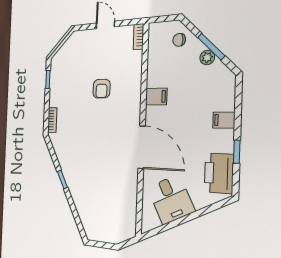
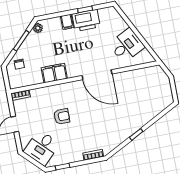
desk: (73, 57) -> (42, 148), added
plant: (207, 57) -> (38, 28), moved
filing cabinet: (156, 97) -> (54, 73), width x2.00
door: (142, 147) -> (97, 75), swing flipped
printer: (219, 173) -> (86, 20), moved

